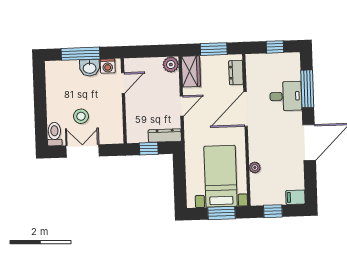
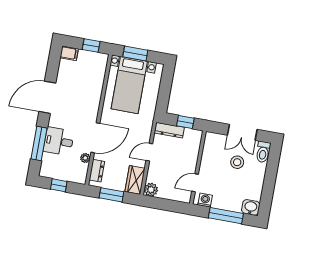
washbasin: (90, 68) -> (251, 207), moved
plant: (255, 168) -> (85, 158), moved

